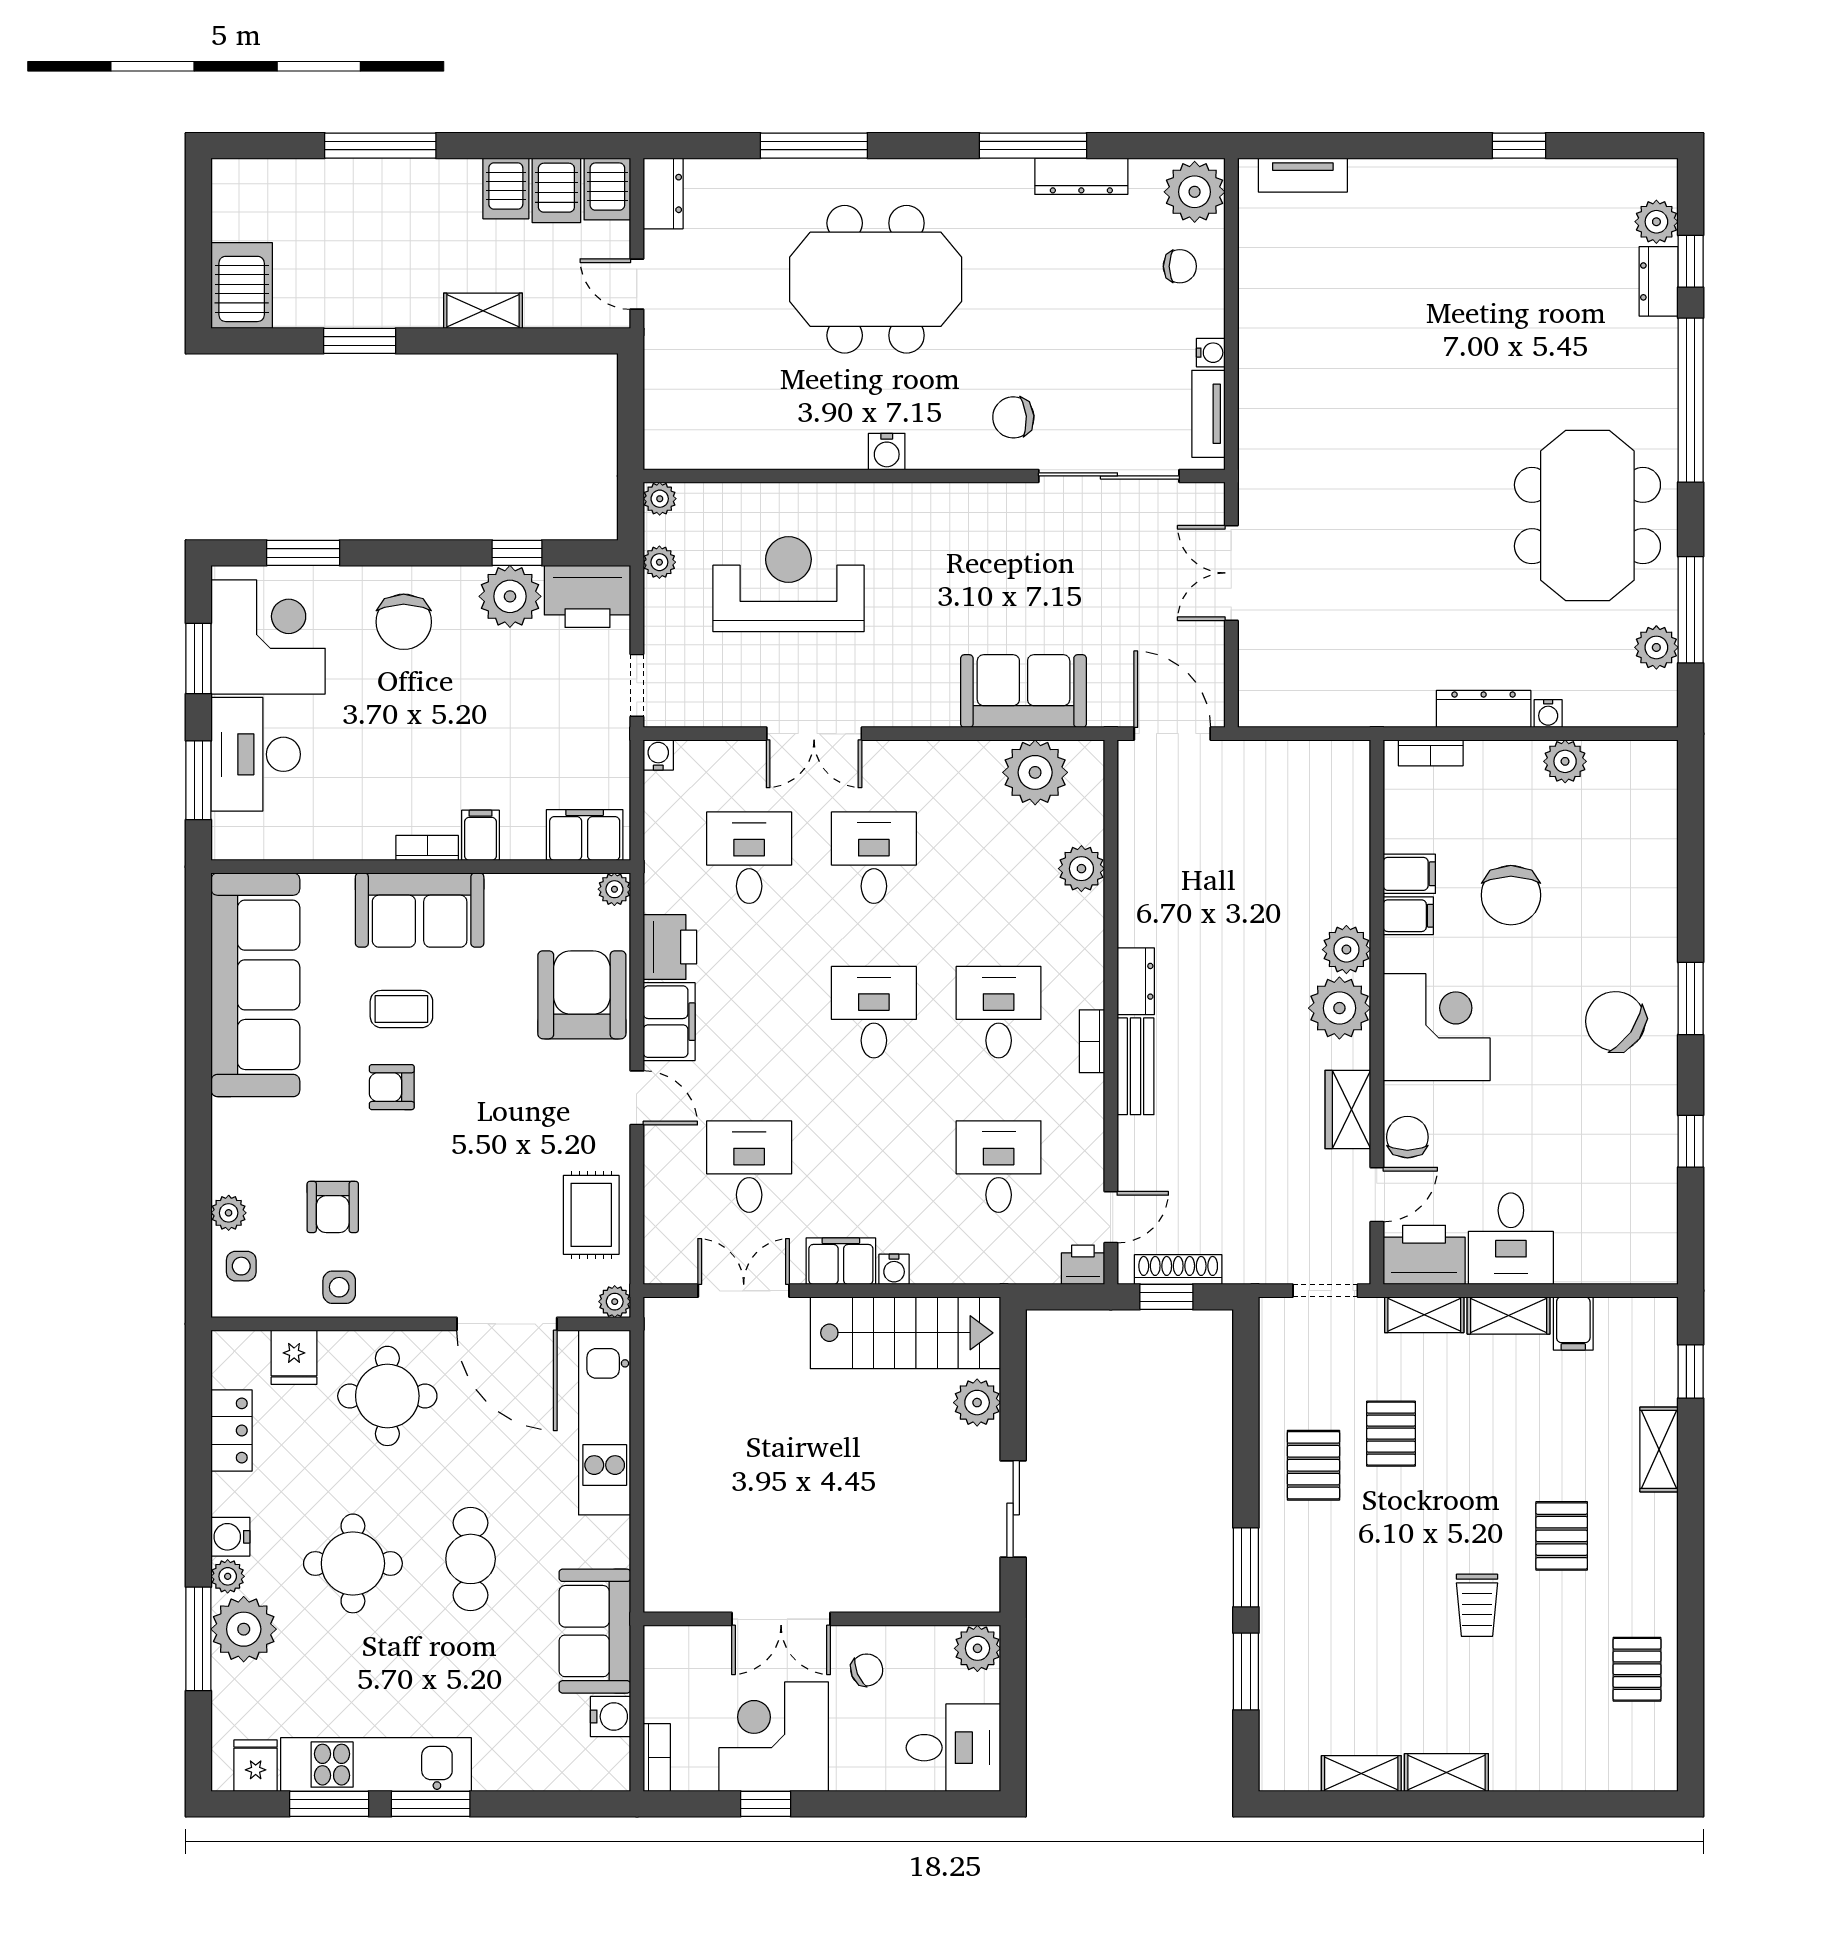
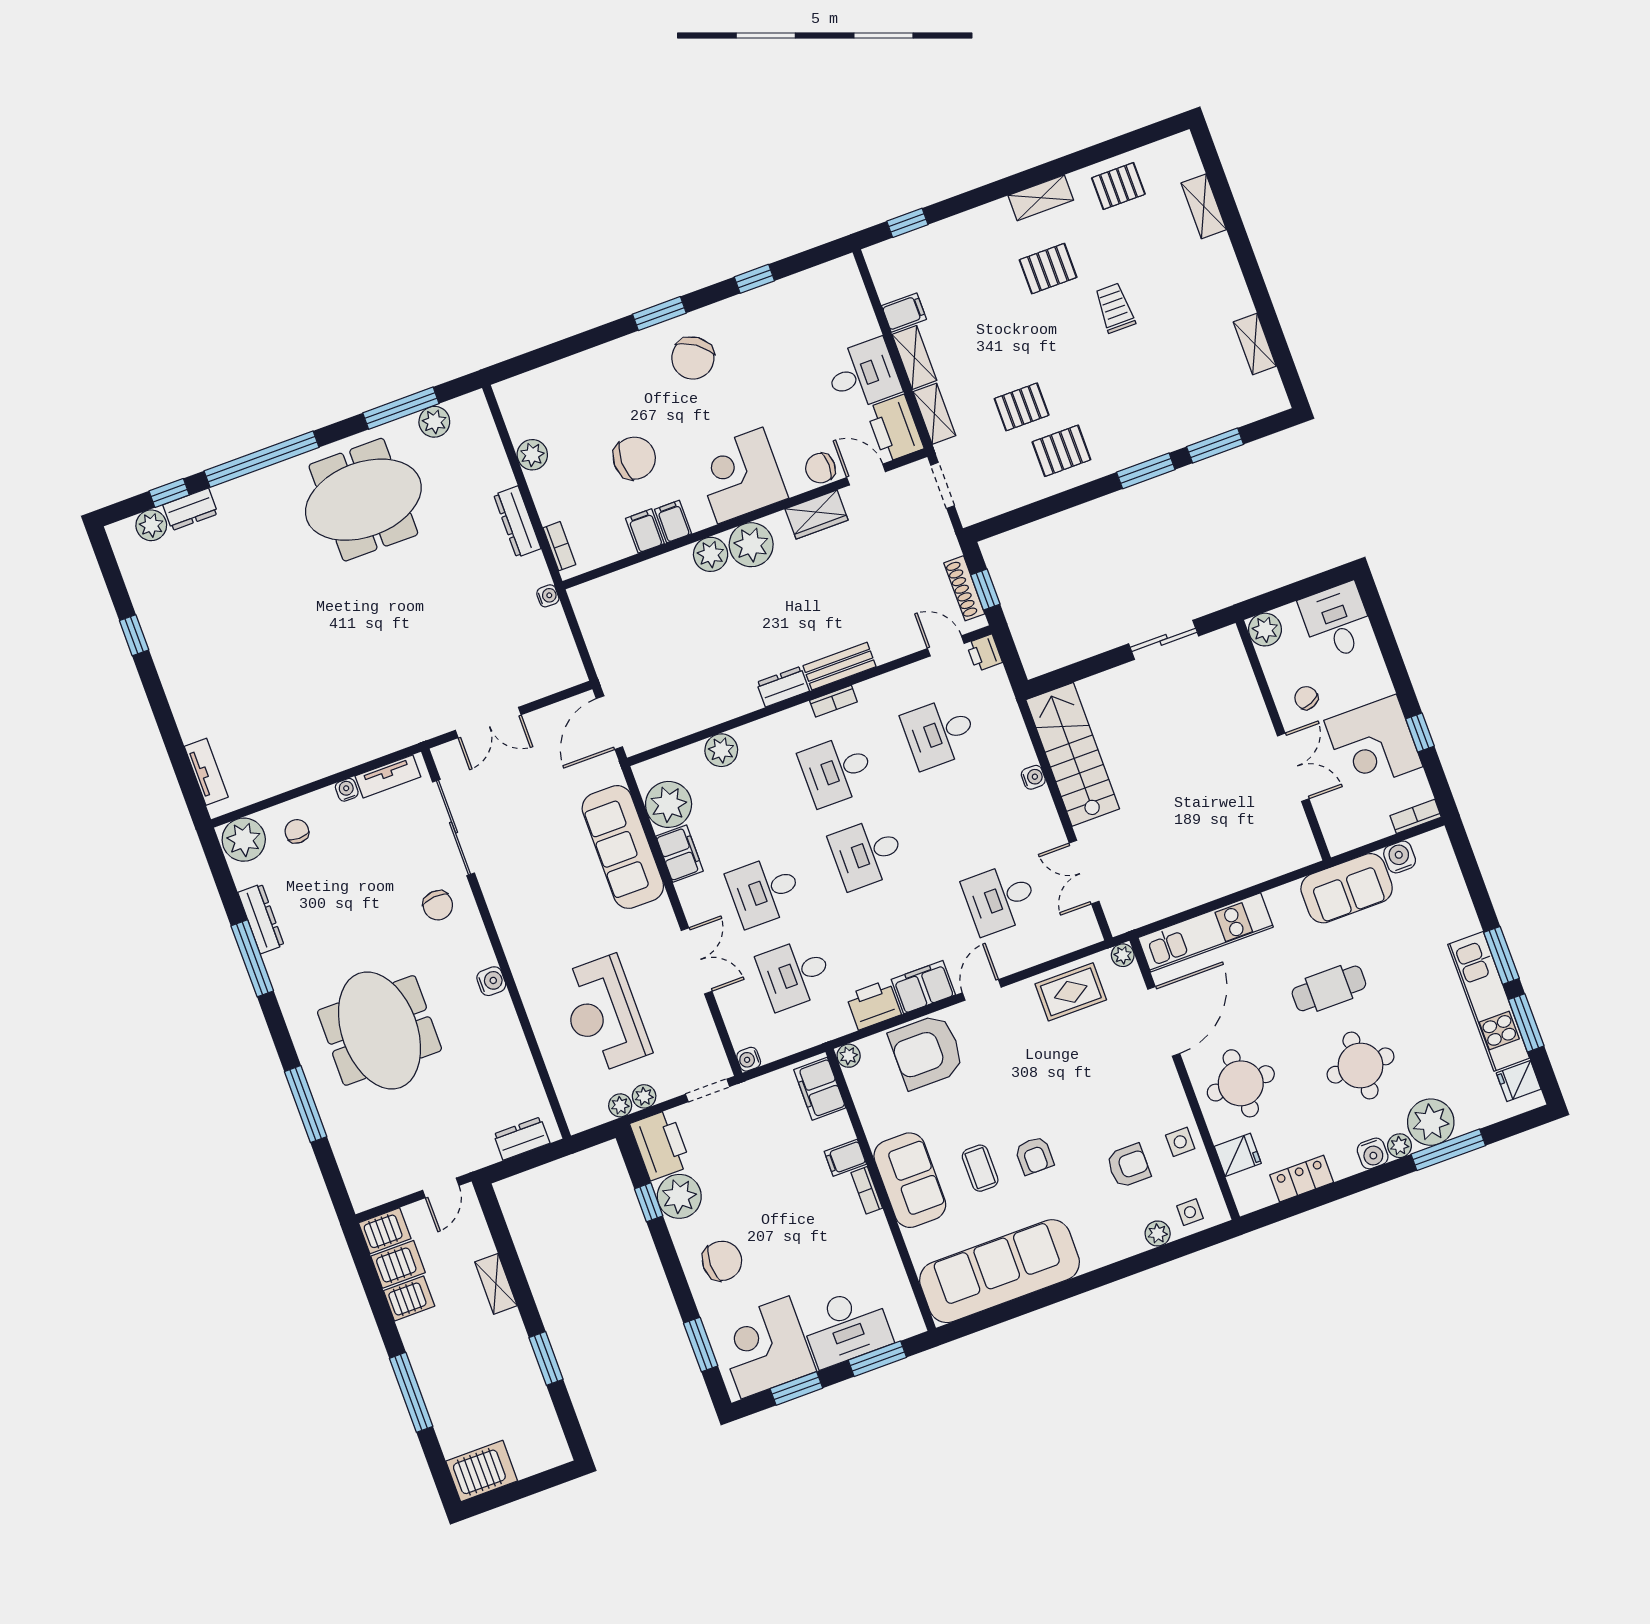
dresser: (663, 193) -> (522, 1139), moved
server rack: (242, 285) -> (482, 1471), moved, turned 180
plant: (660, 499) -> (644, 1096), moved
sofa: (1023, 691) -> (623, 847), width x1.36
water cooler: (1548, 713) -> (548, 596), moved
filing cabinet: (841, 1261) -> (680, 854), moved, turned 180
plant: (977, 1403) -> (1102, 690), removed
shelving: (1659, 1449) -> (1041, 198), moved
trolley: (1477, 1605) -> (1115, 308), turned -90
shelving: (1446, 1773) -> (1204, 206), moved

